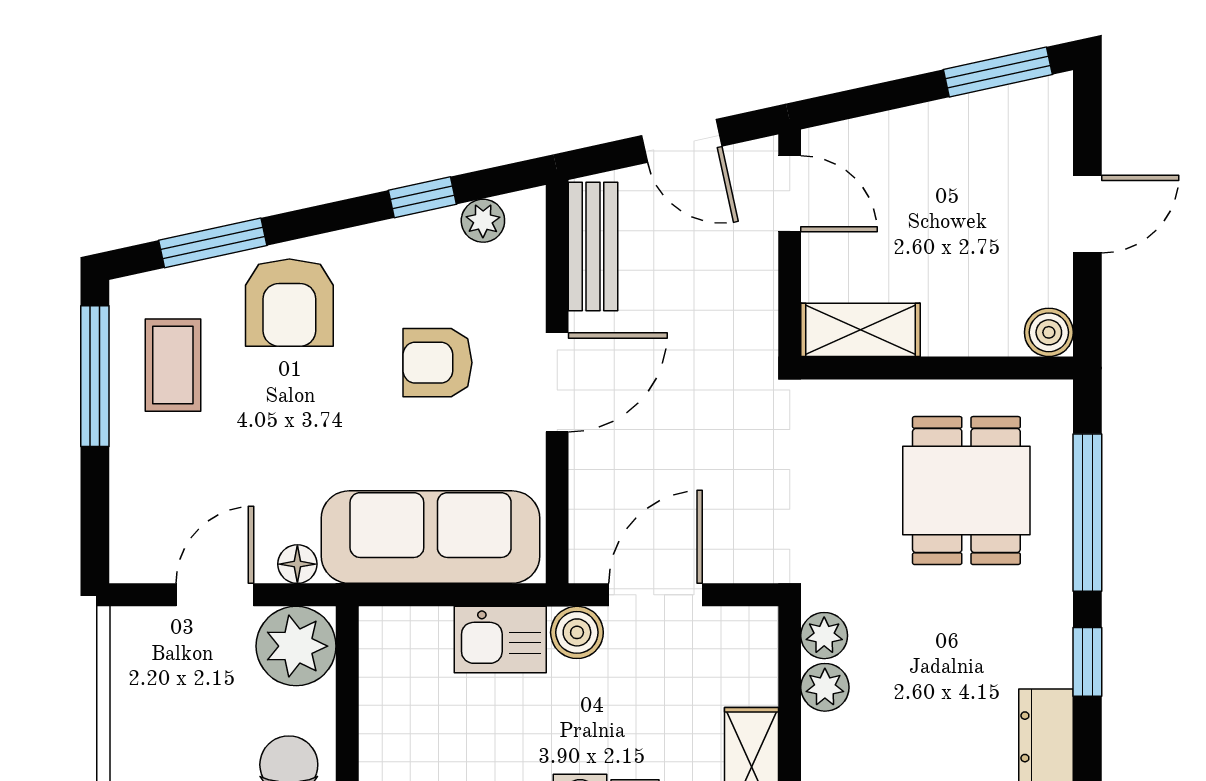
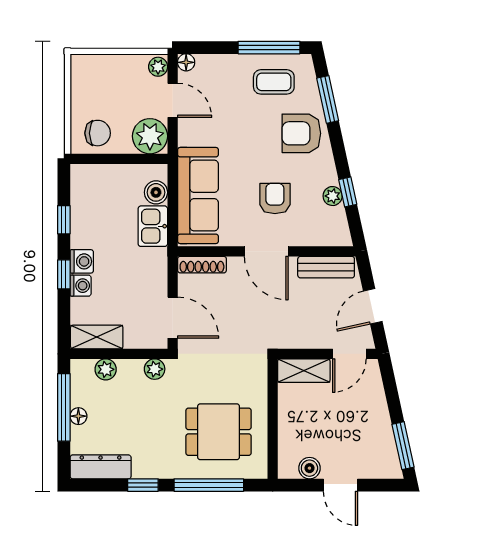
plant: (483, 221) -> (333, 196), moved
shelving: (861, 330) -> (304, 371), moved, turned 90
boiler: (1049, 332) -> (309, 468), moved
shoe rack: (587, 528) -> (202, 265), added
floor lamp: (297, 564) -> (186, 62), moved
door: (656, 595) -> (173, 318), moved
plant: (139, 628) -> (158, 67), added
boiler: (577, 632) -> (156, 192), moved
plant: (825, 687) -> (106, 369), moved

